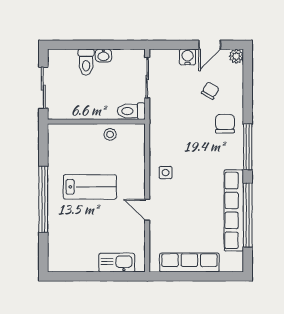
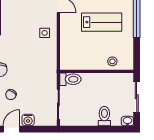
washbasin: (103, 55) -> (127, 121), moved
stool: (110, 134) -> (112, 61), moved
lab bench: (90, 187) -> (102, 22), turned 180

